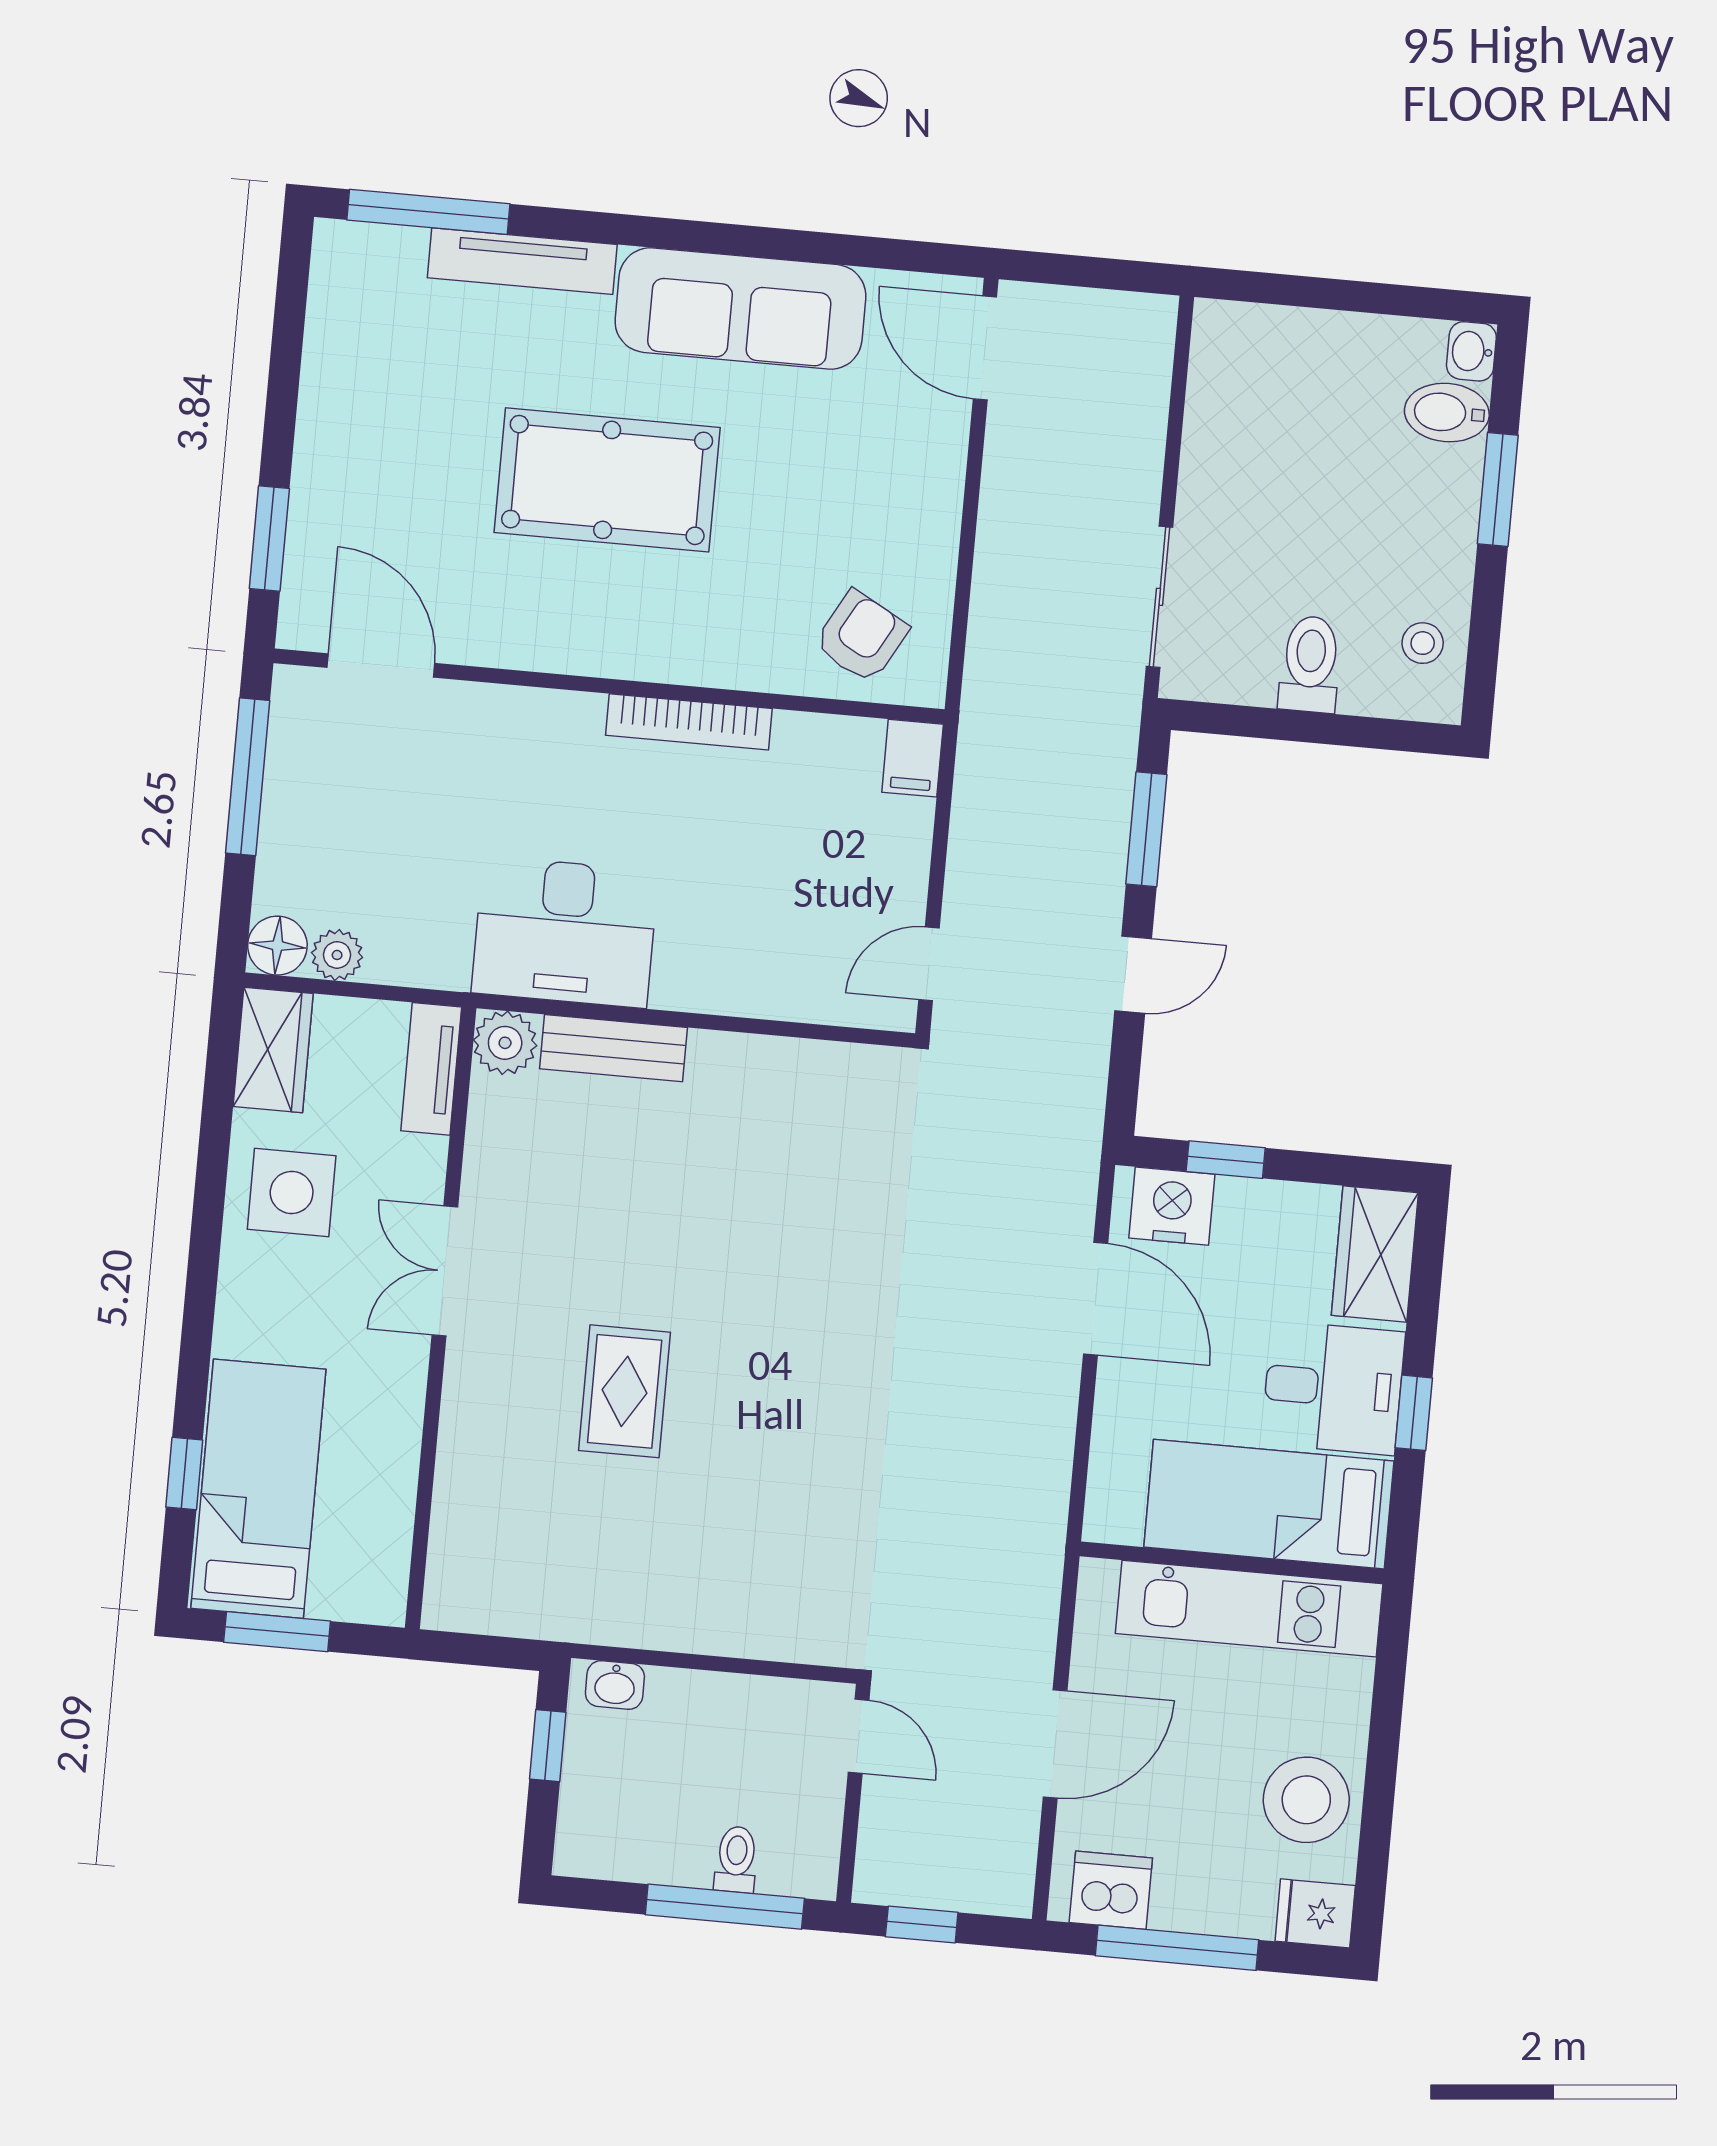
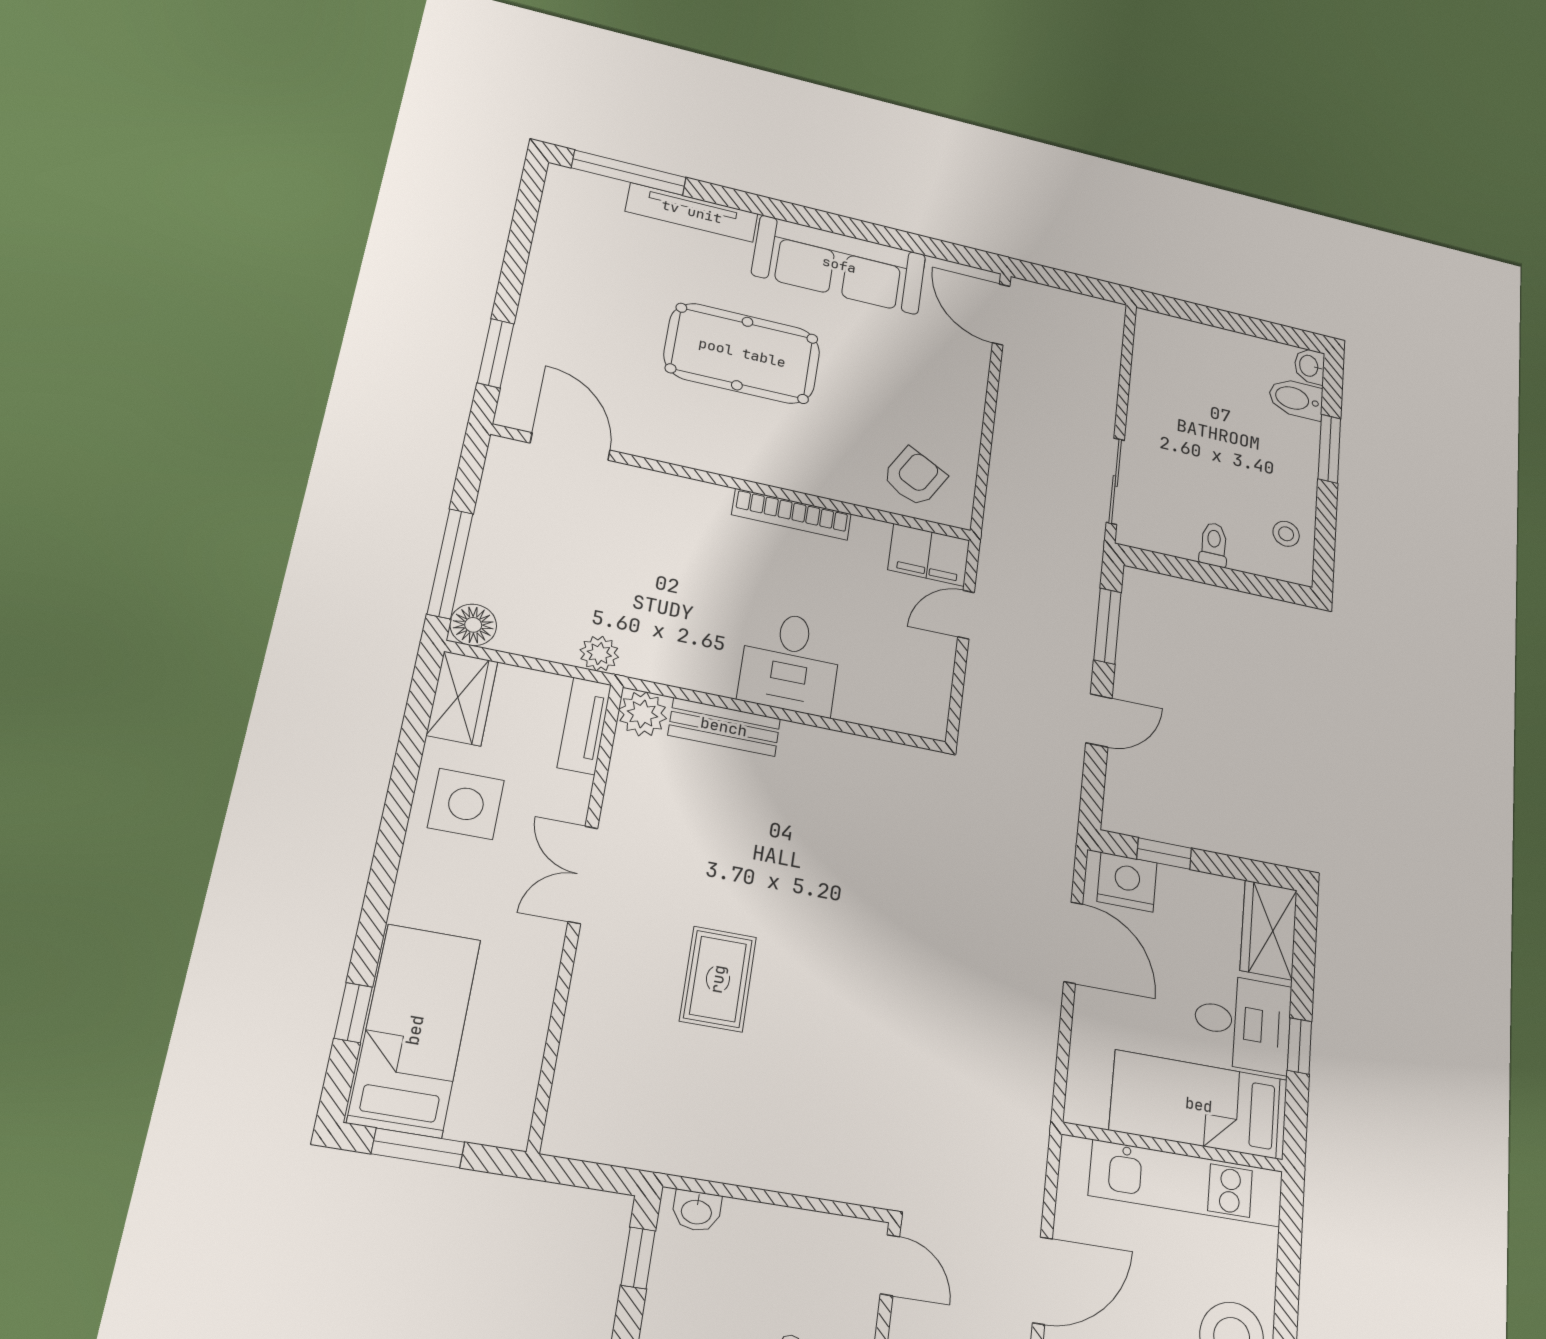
toilet: (1310, 664) -> (1214, 544), width x0.73, depth x0.72
filing cabinet: (913, 758) -> (929, 555), width x2.00
window: (248, 777) -> (450, 564), moved
desk: (565, 932) -> (790, 662), moved, width x0.73
plant: (337, 955) -> (599, 654), moved
door: (929, 964) -> (966, 615), moved

